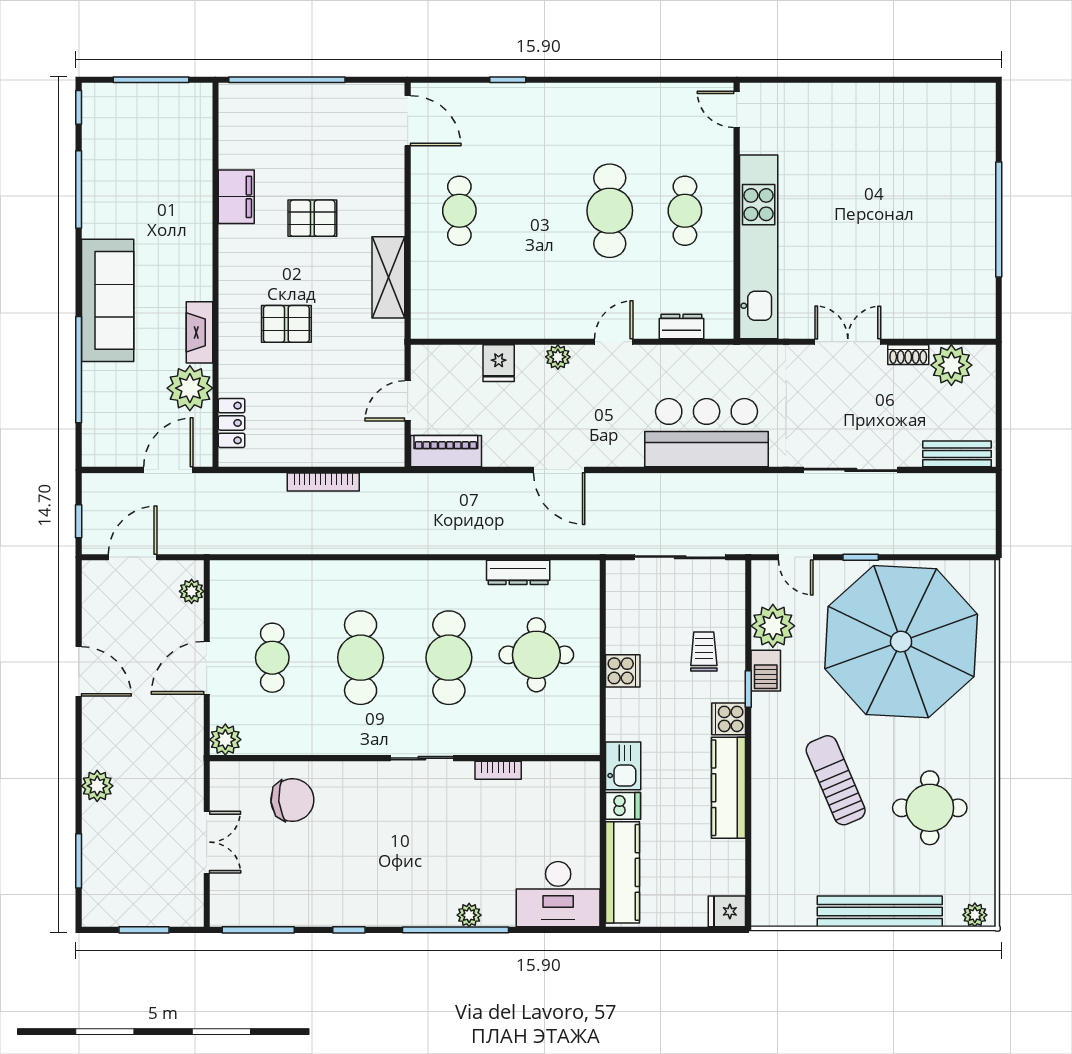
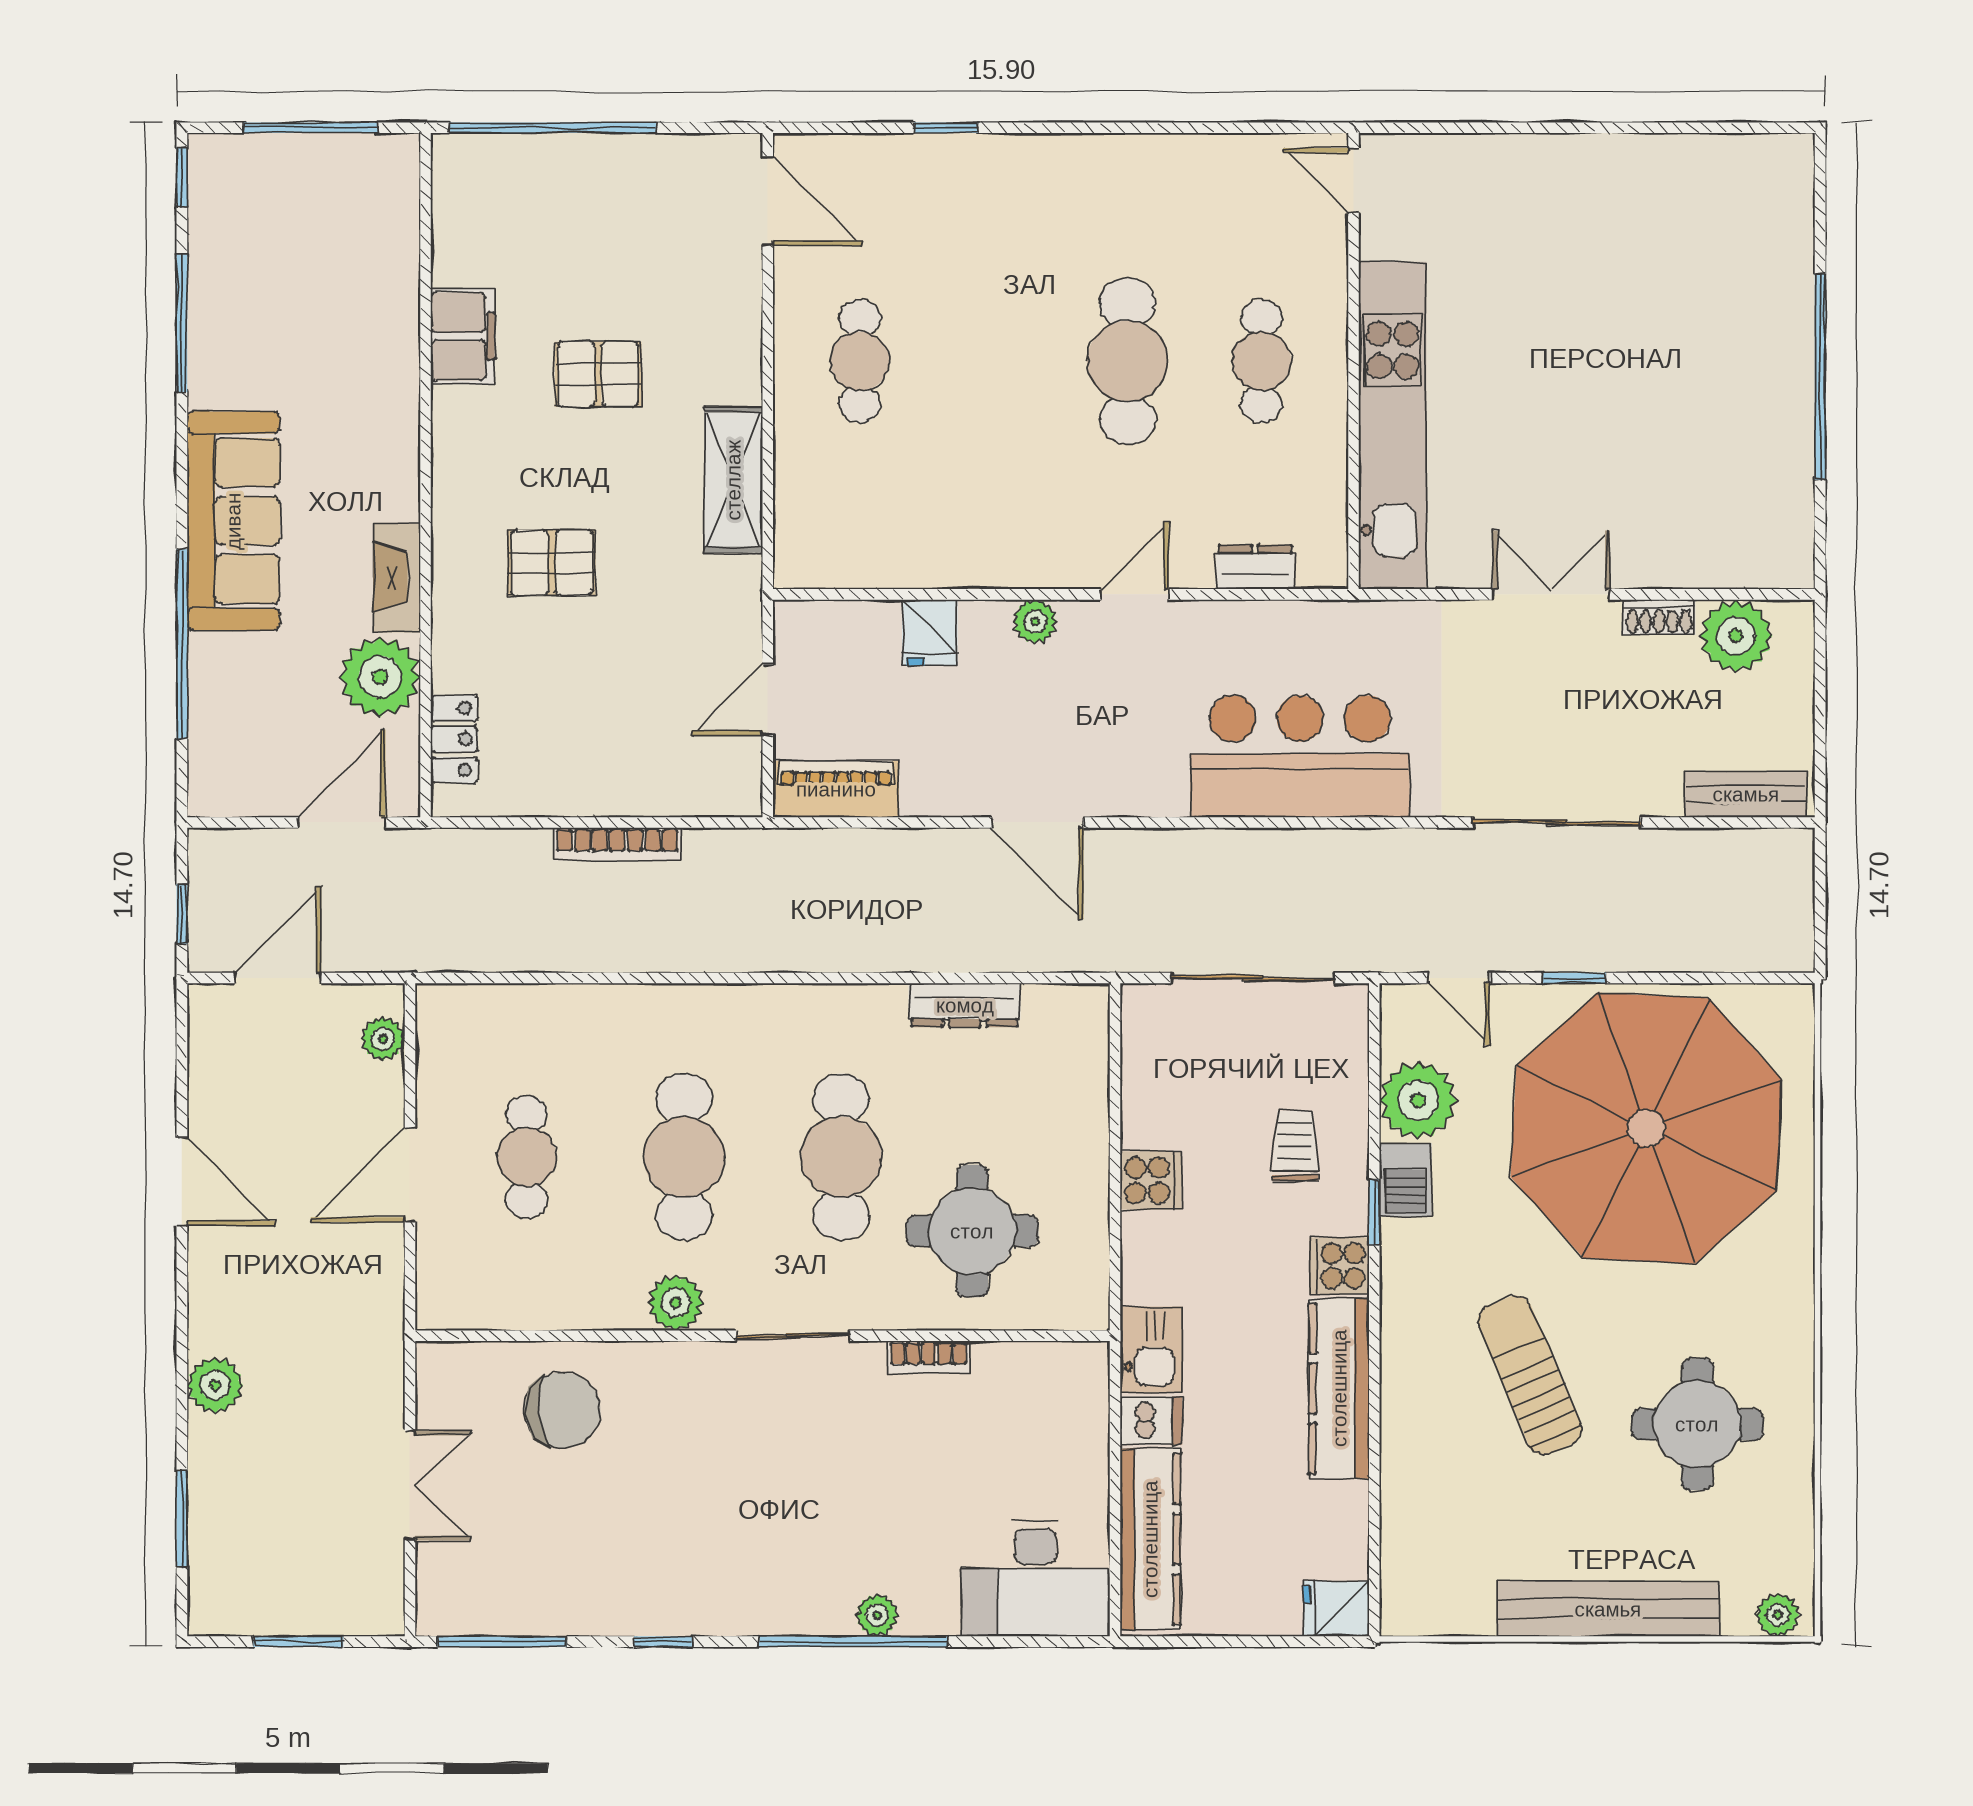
round table: (536, 655) -> (972, 1231), moved
plant: (225, 740) -> (676, 1303), moved

